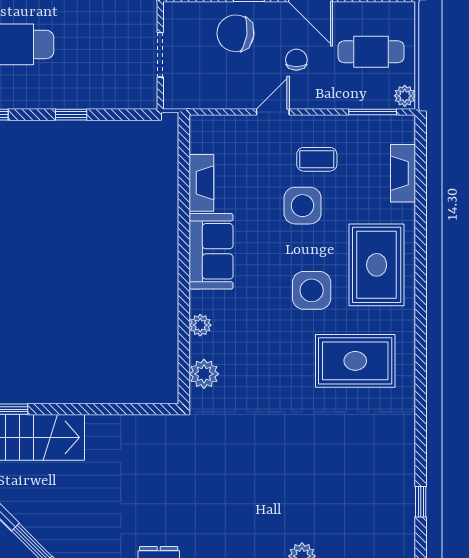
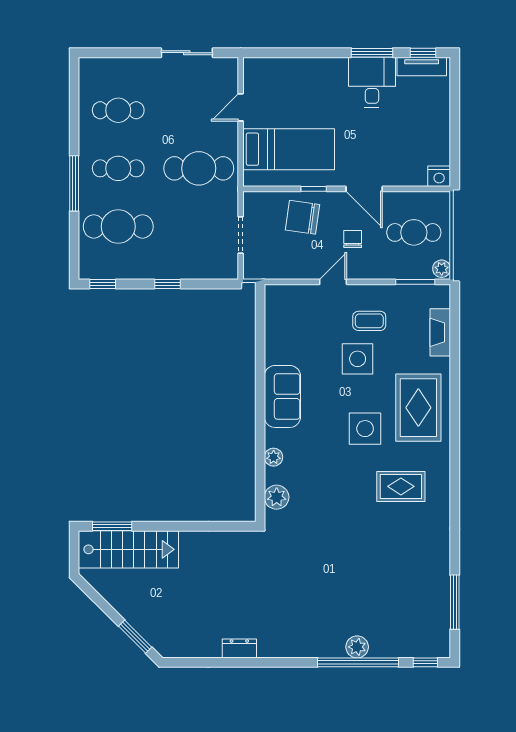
fireplace: (201, 183) -> (274, 340), removed
rug: (355, 361) -> (401, 486), width x0.73, depth x0.70
window: (421, 502) -> (455, 602), width x2.17

